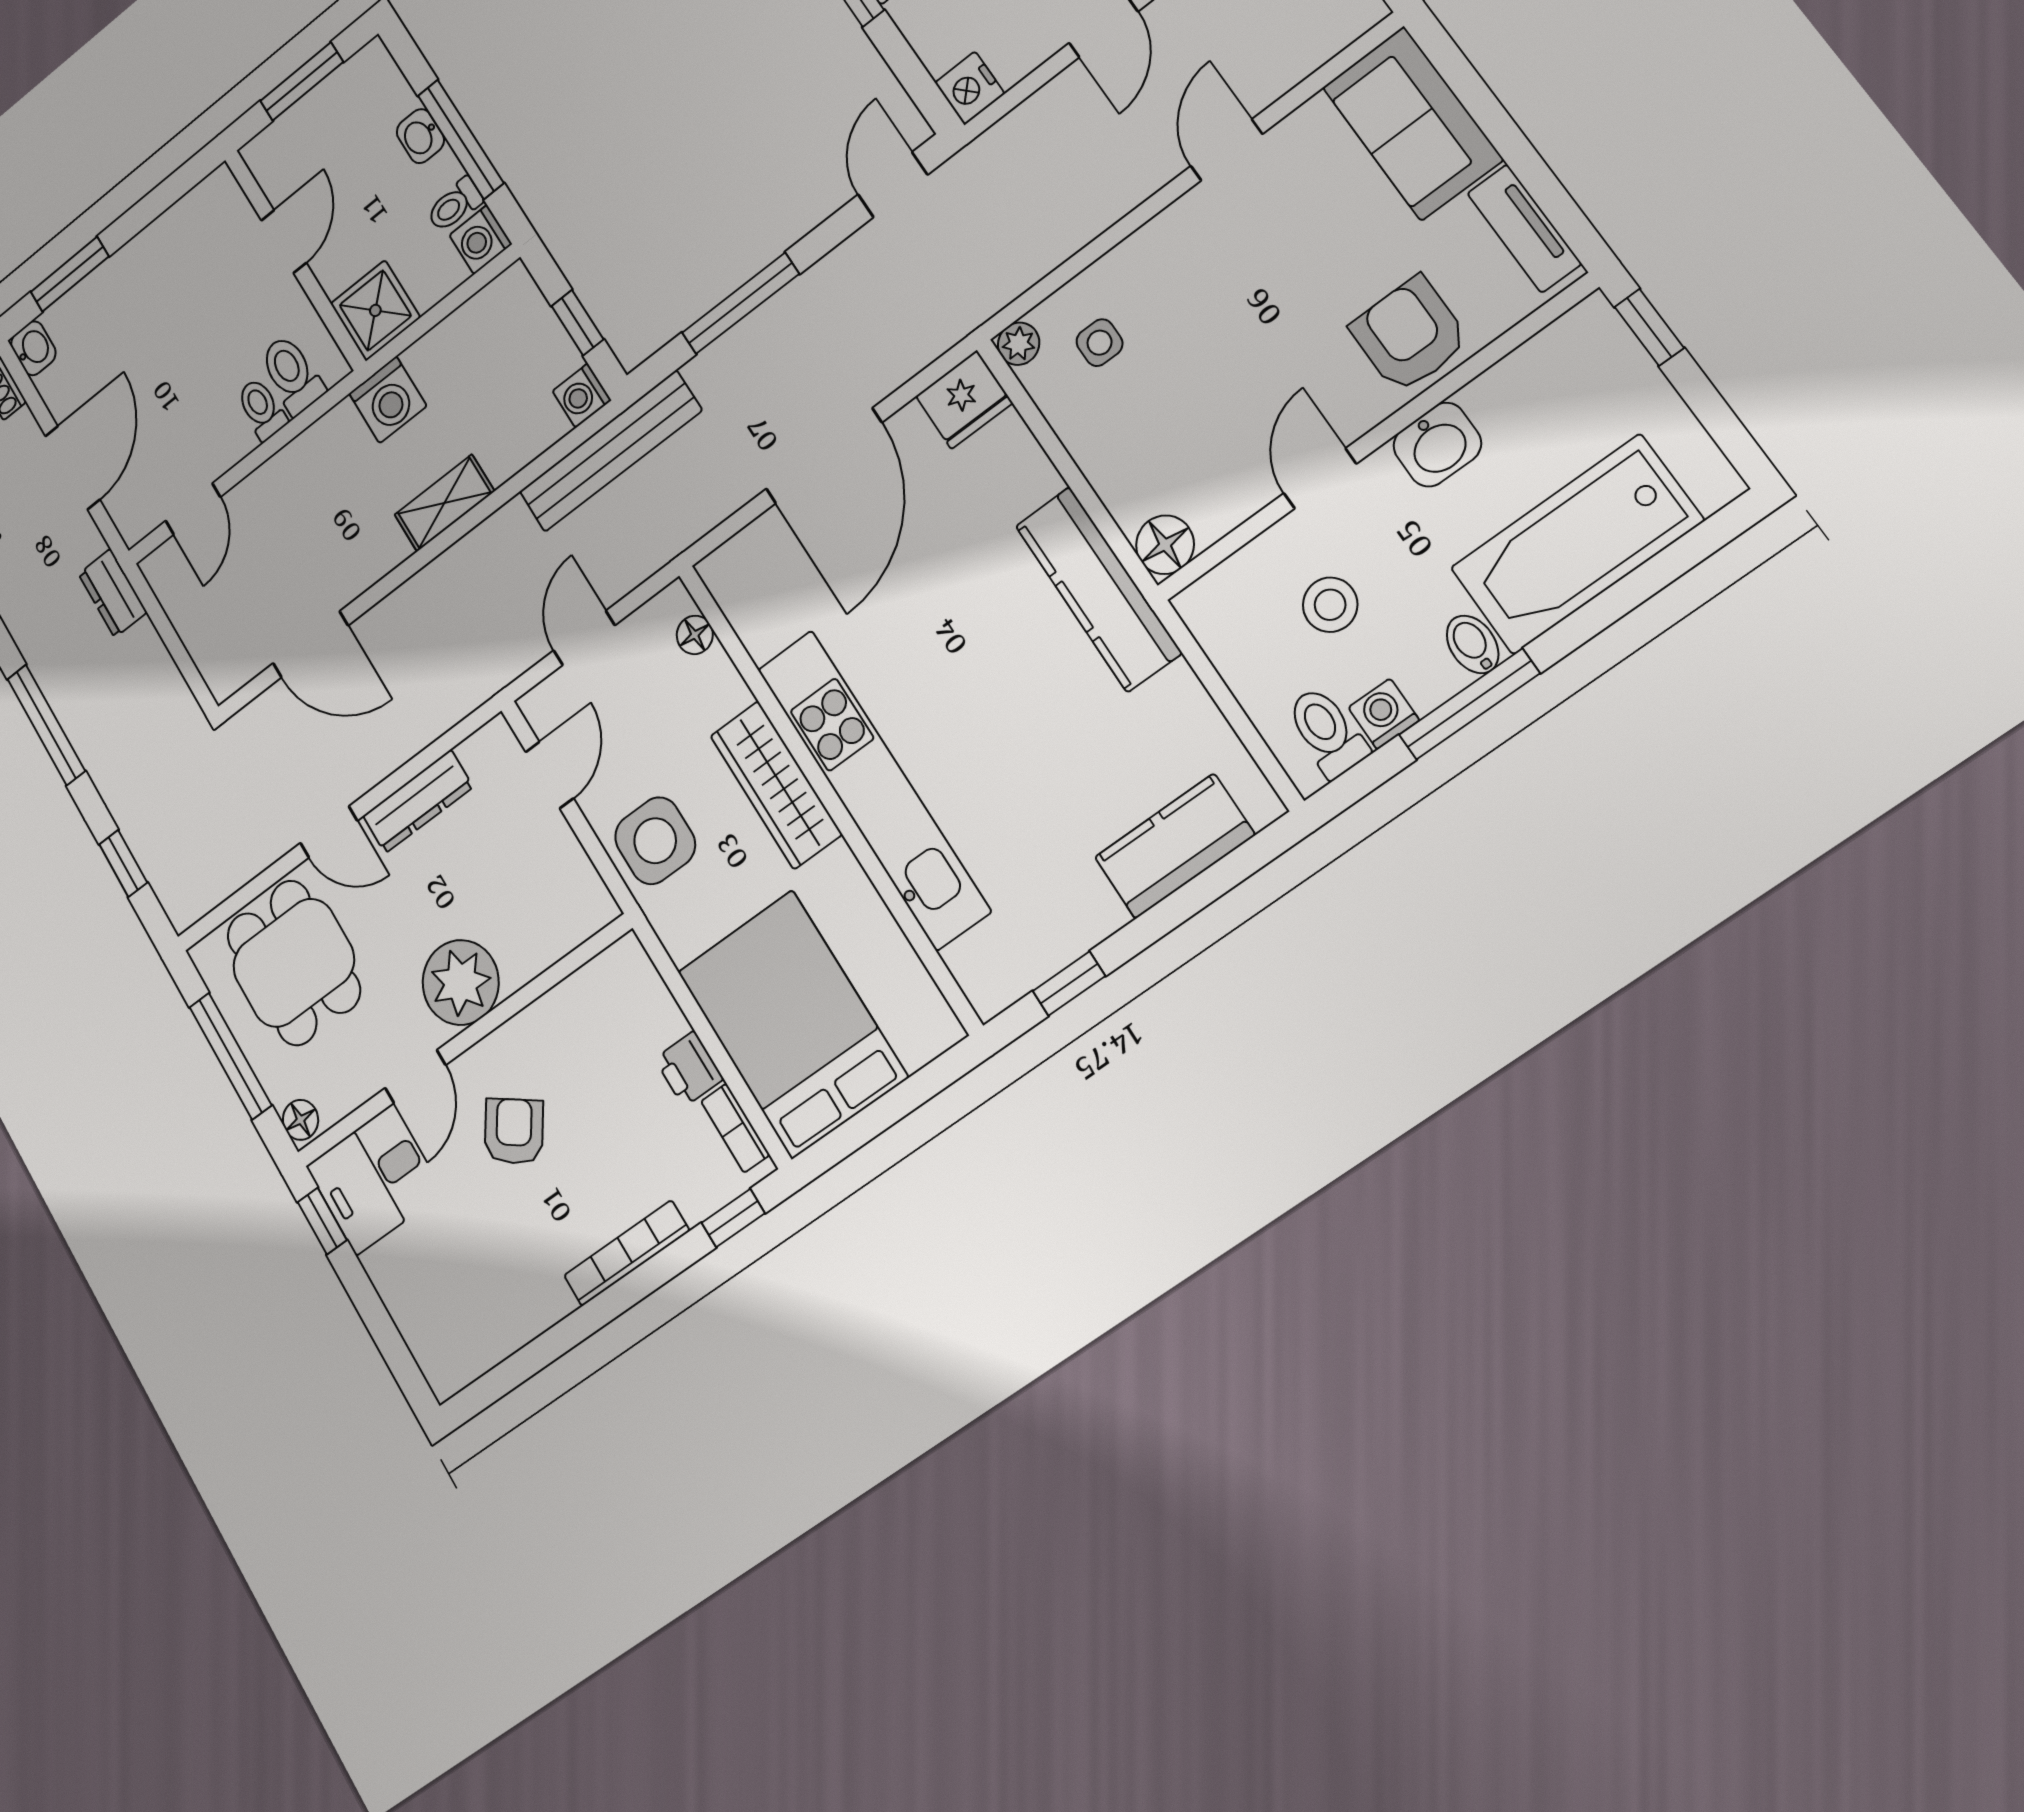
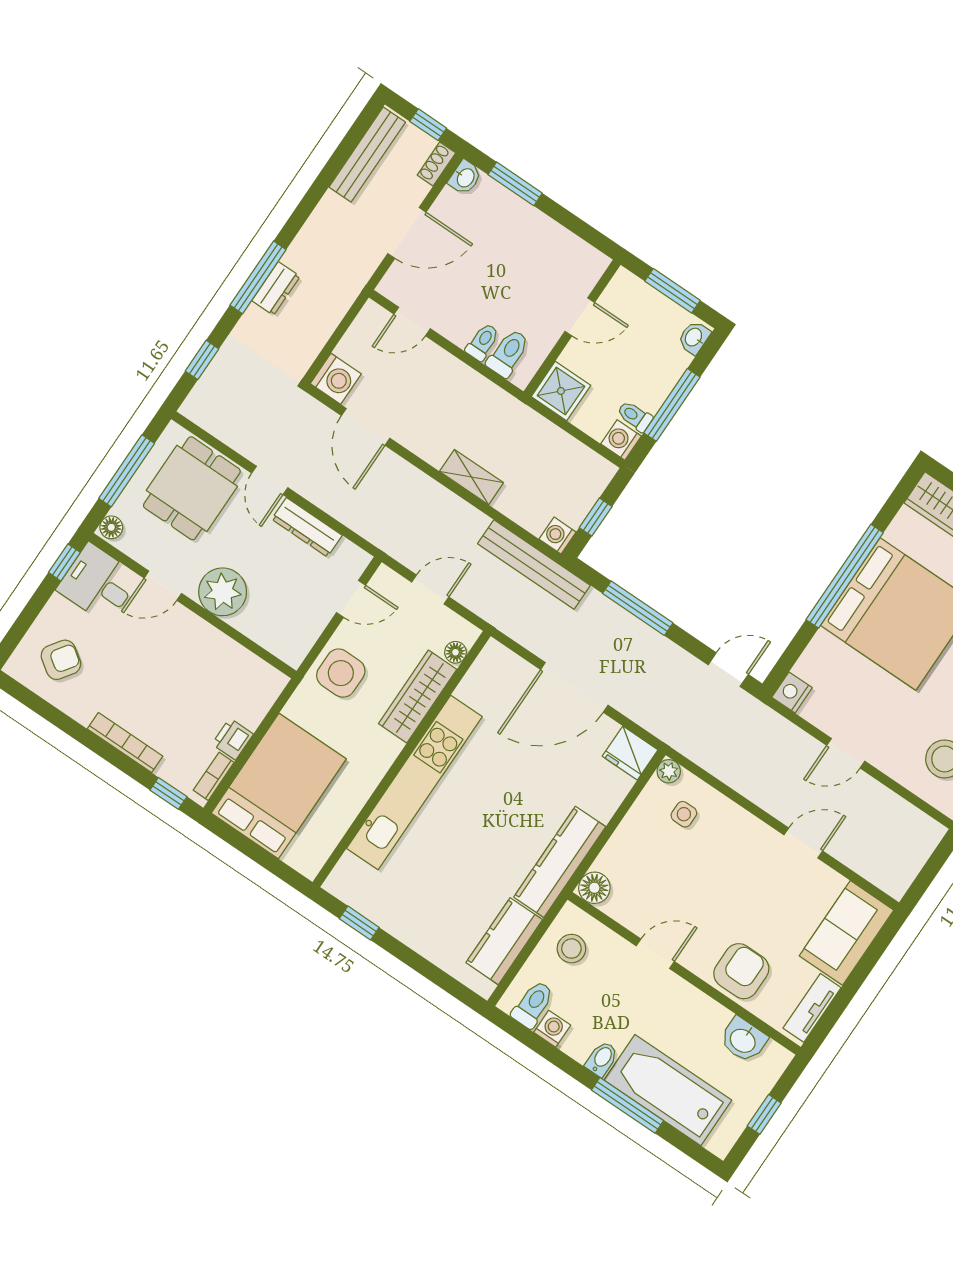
washbasin: (420, 136) -> (694, 337), moved
window: (1649, 327) -> (764, 1114), moved
washing machine: (388, 400) -> (336, 379), moved, turned -90
washbasin: (1437, 445) -> (743, 1040), moved
dresser: (113, 593) -> (276, 288), moved, turned 180
stool: (1330, 605) -> (571, 949), moved
window: (1469, 704) -> (628, 1105), moved
wardrobe: (776, 785) -> (418, 696), moved
kitchen counter: (1175, 846) -> (504, 941), moved, turned -90
armchair: (514, 1131) -> (61, 660), moved

